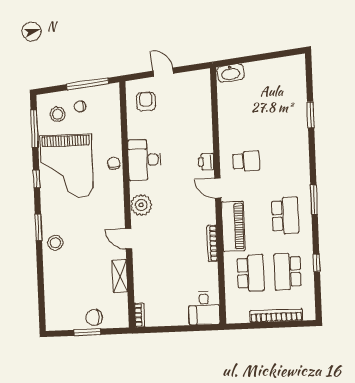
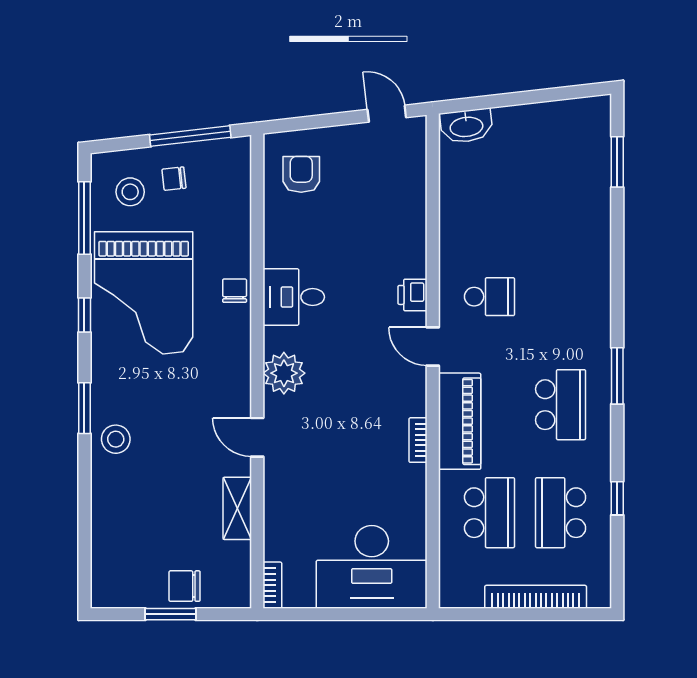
door: (163, 72) -> (387, 114), moved
window: (311, 115) -> (617, 162), moved
desk: (144, 160) -> (294, 297), width x0.73
bookcase: (212, 243) -> (418, 440), width x0.64
desk: (204, 308) -> (372, 567), width x1.87, depth x1.30

